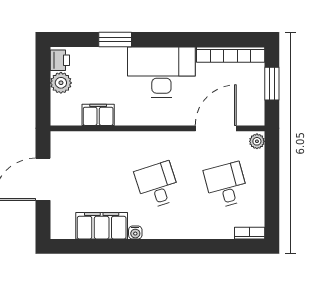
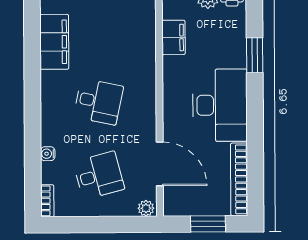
desk: (157, 185) -> (98, 102), turned 30
water cooler: (135, 232) -> (48, 154), moved

